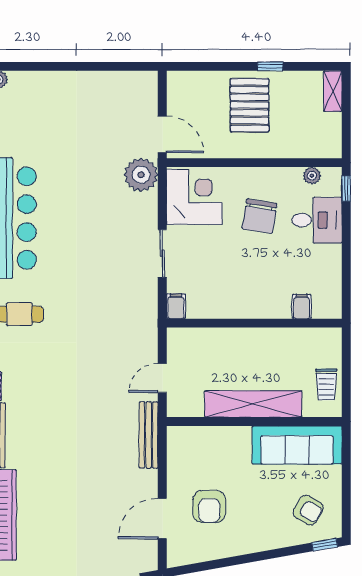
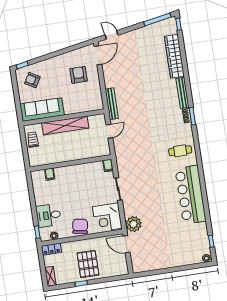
locker: (322, 148) -> (51, 249), added
chair: (259, 216) -> (80, 226), moved
door: (162, 518) -> (98, 55), moved

